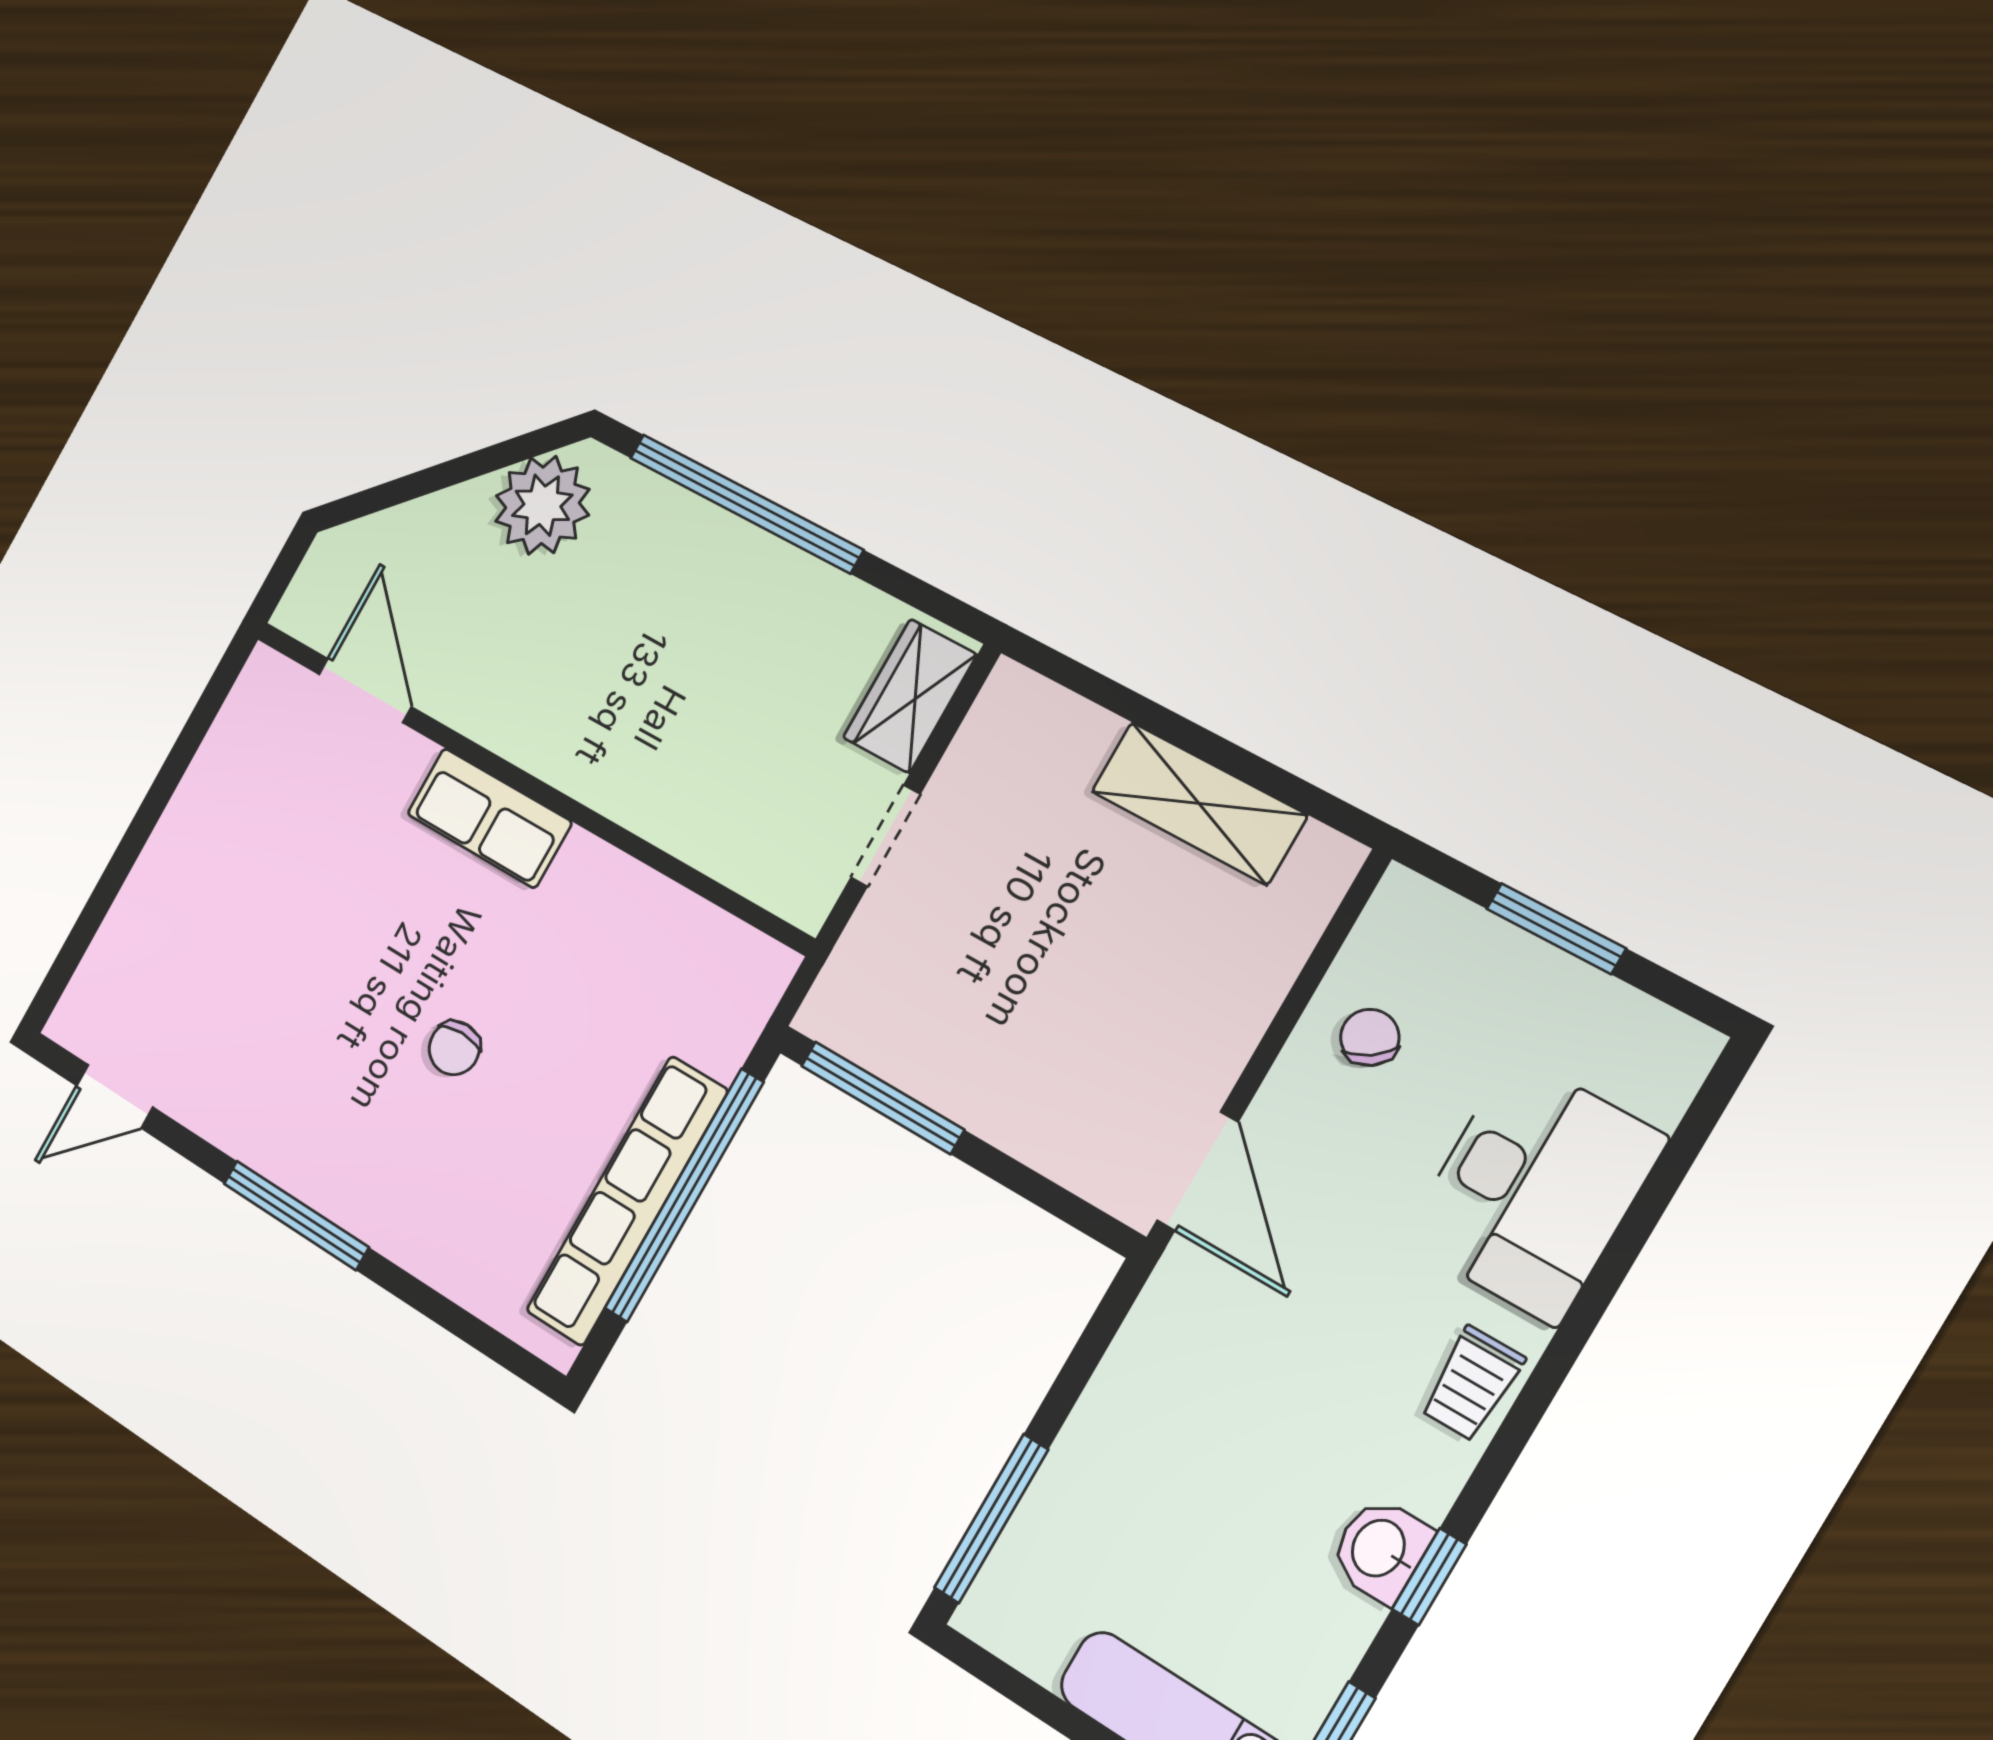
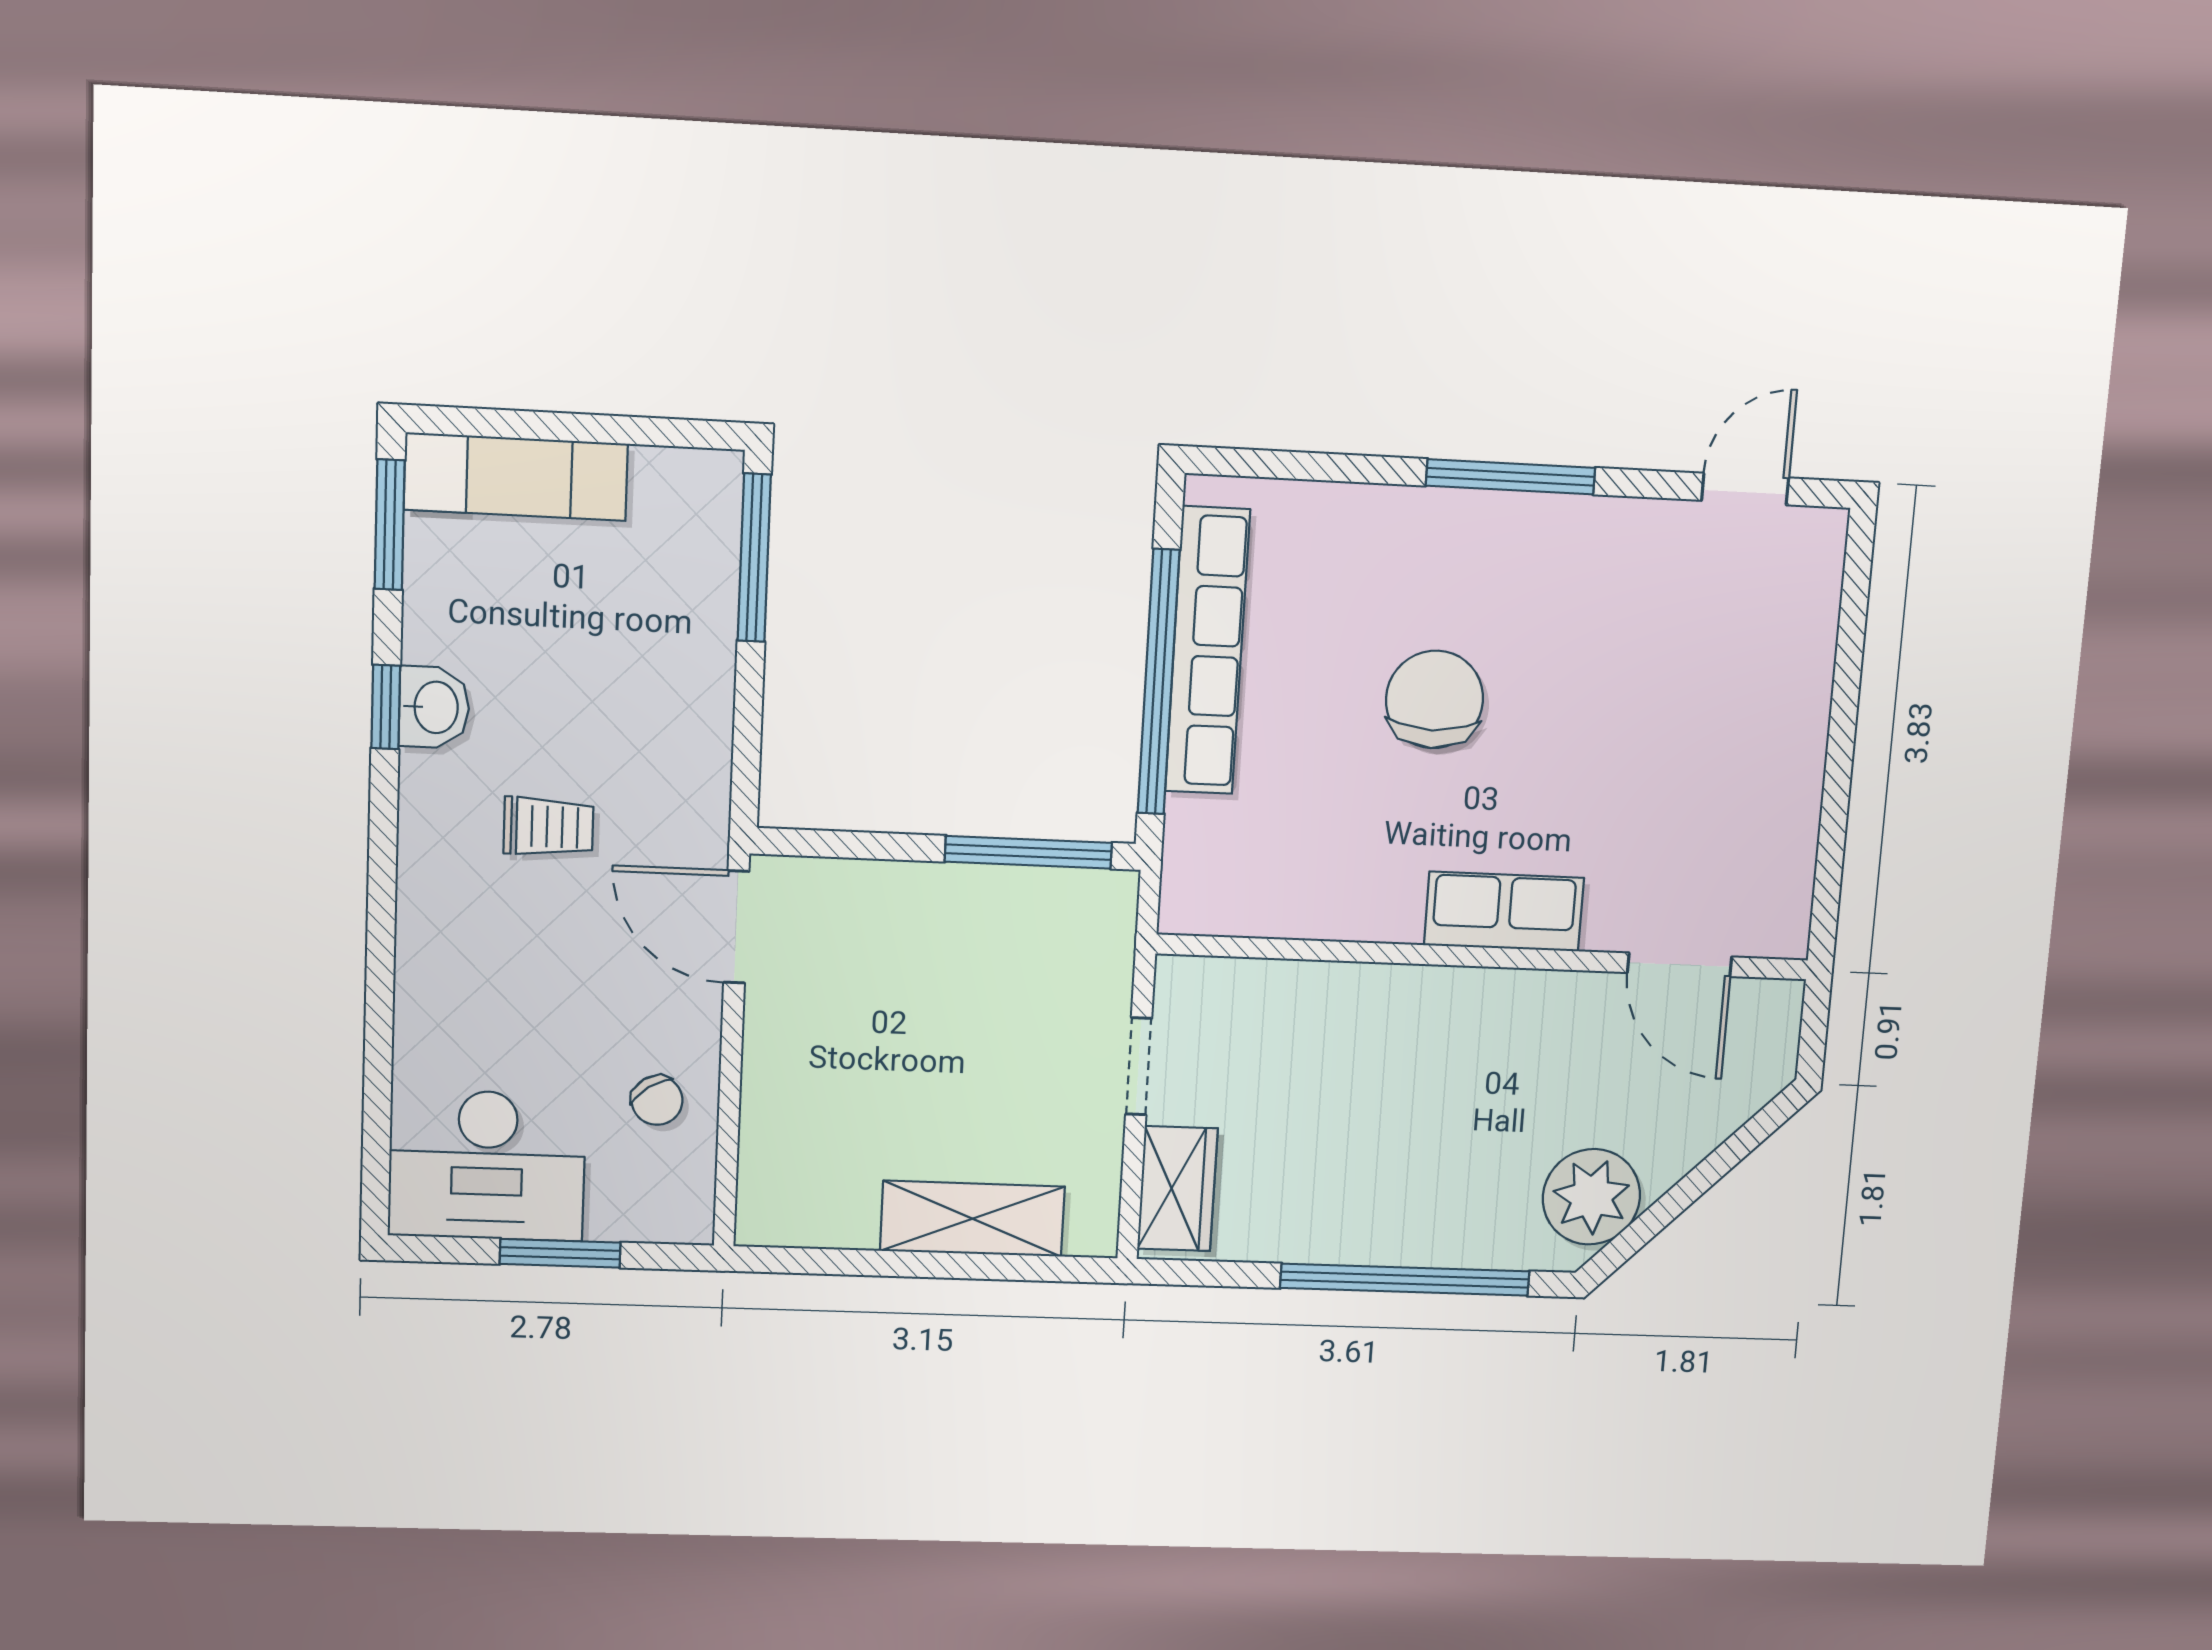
shelving: (1199, 803) -> (972, 1219), moved
chair: (454, 1048) -> (1435, 699), width x1.87, depth x1.87
desk: (1534, 1189) -> (487, 1165), moved, turned -90
trolley: (1472, 1384) -> (549, 827), moved, turned 90

